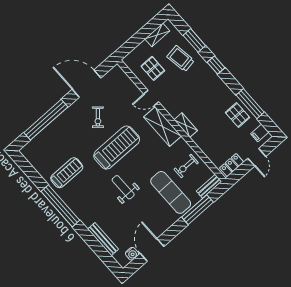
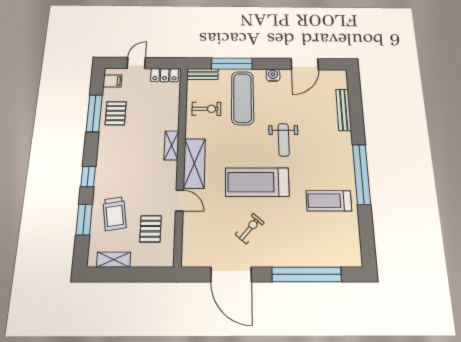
water cooler: (132, 254) -> (273, 75), moved

